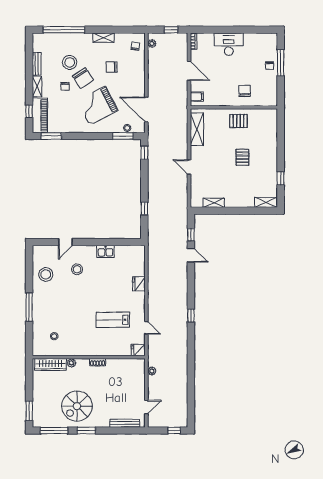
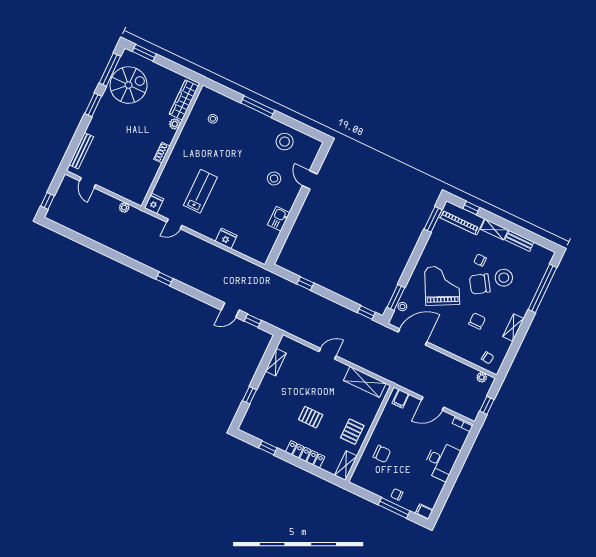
filing cabinet: (273, 39) -> (424, 512), added
locker: (272, 148) -> (305, 454), added
shelving: (266, 202) -> (346, 466), moved
window: (248, 211) -> (250, 395), added
spiral stairs: (77, 406) -> (129, 85), moved, turned 90

